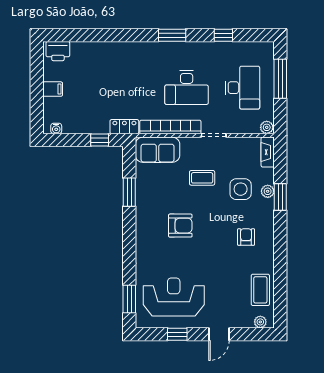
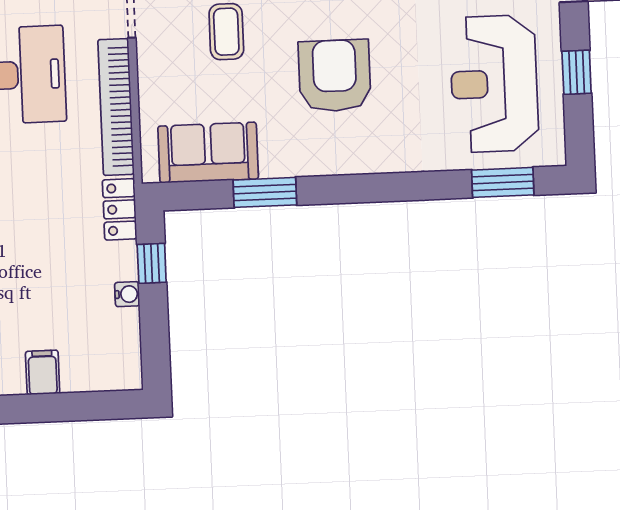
water cooler: (56, 128) -> (127, 294), moved
sofa: (158, 150) -> (208, 153), moved, turned -90
armchair: (180, 226) -> (335, 76), width x1.36, depth x1.36

